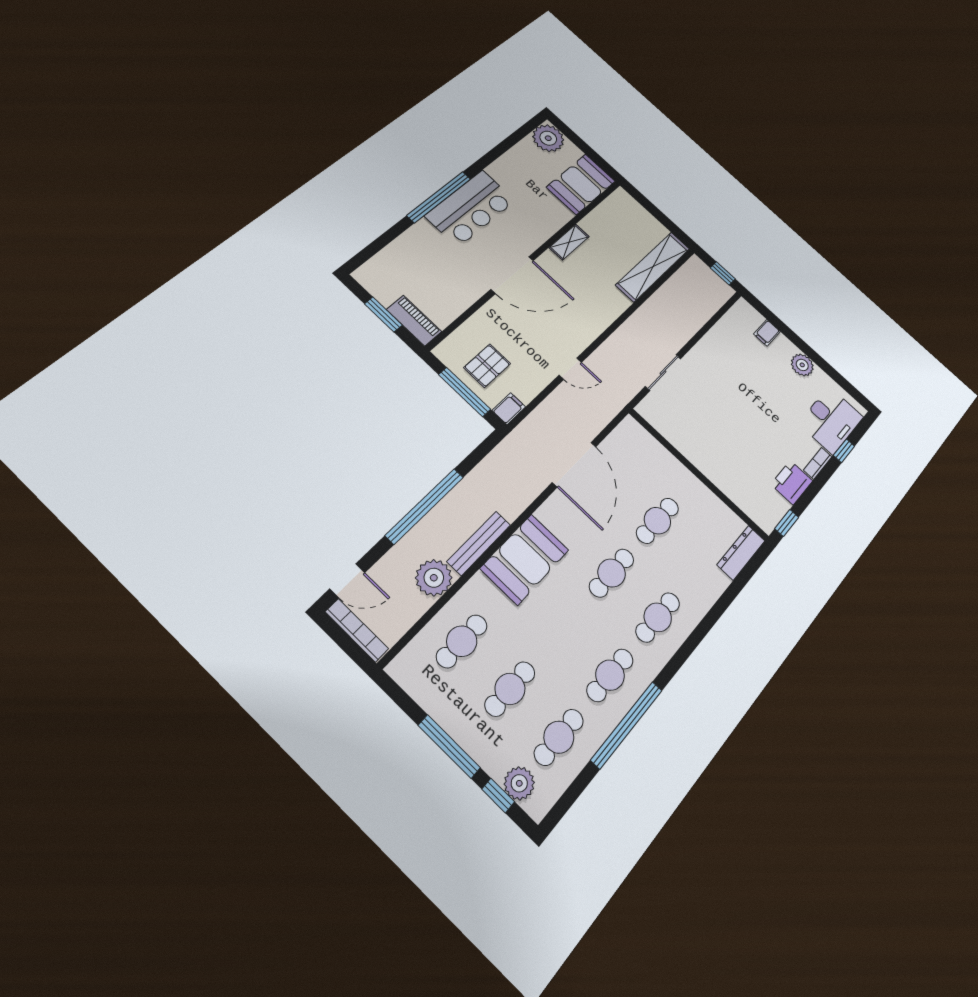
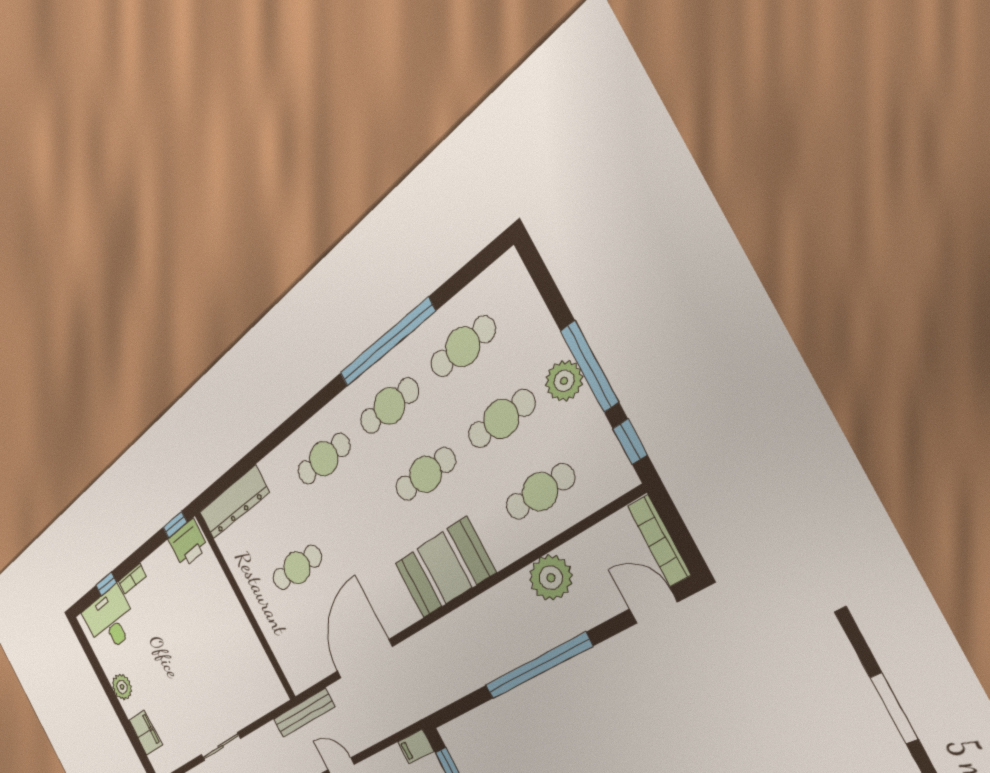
filing cabinet: (767, 333) -> (145, 733), width x2.00
sliding door: (663, 373) -> (221, 747), moved
printer: (792, 483) -> (188, 543), moved
bench: (479, 543) -> (304, 713), moved
dresser: (741, 553) -> (234, 502), width x1.37, depth x1.24
cafe table: (612, 573) -> (425, 474), moved
plant: (519, 783) -> (564, 381), moved
window: (498, 796) -> (630, 442), moved

